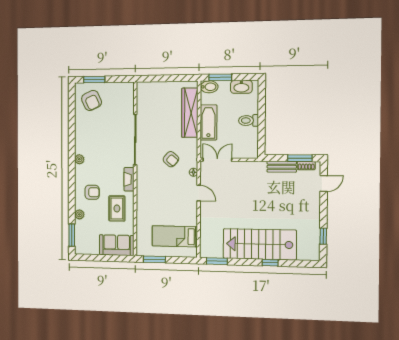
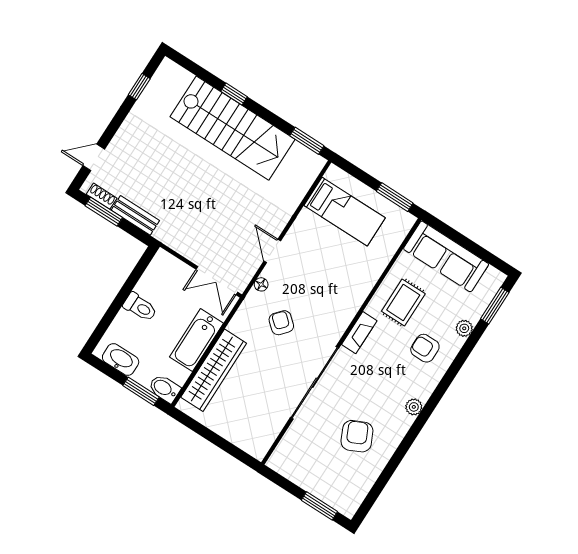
armchair: (92, 100) -> (357, 436), moved
sofa: (117, 245) -> (446, 256), width x1.36

